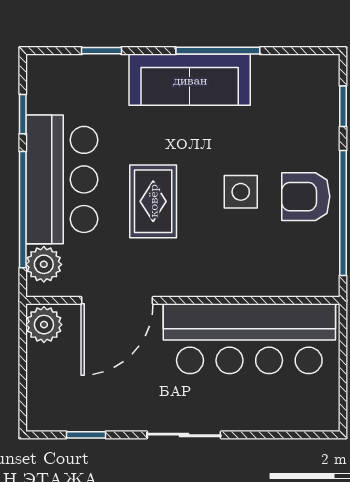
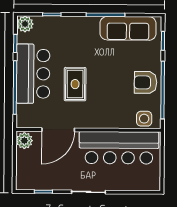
sofa: (190, 80) -> (128, 28), moved
side table: (241, 192) -> (144, 119), moved
plant: (44, 264) -> (25, 24), moved

